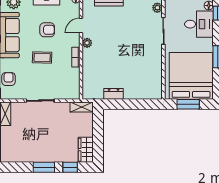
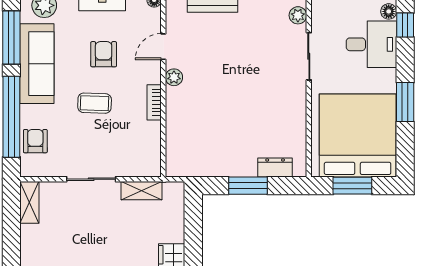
armchair: (47, 30) -> (104, 54), turned -90
dresser: (113, 94) -> (275, 167), moved
window: (129, 104) -> (248, 186), added
shelving: (82, 107) -> (142, 191), moved

